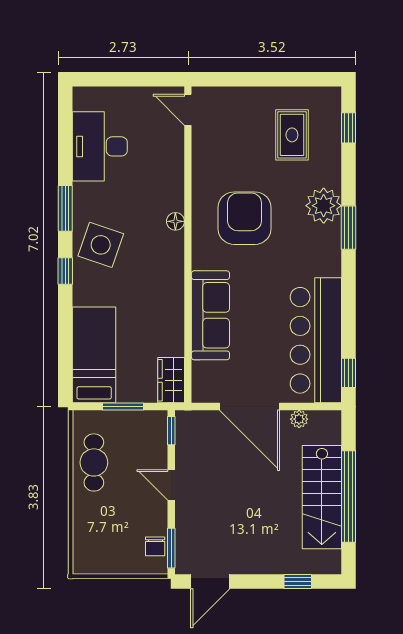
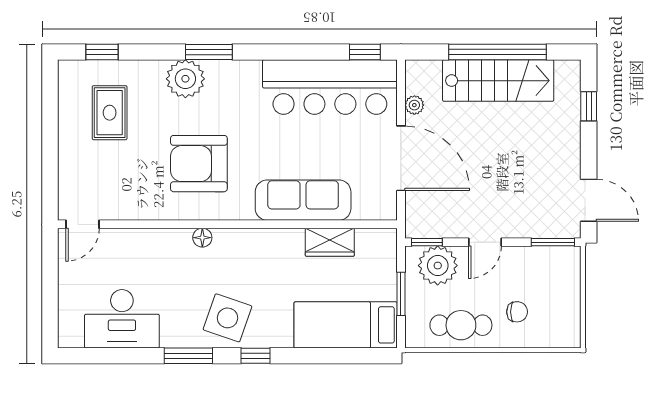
rug: (292, 135) -> (110, 113), turned 90
wardrobe: (171, 380) -> (330, 242), moved
door: (249, 407) -> (401, 158), hinge flipped
plant: (149, 441) -> (438, 266), added
chair: (155, 546) -> (517, 312), moved

